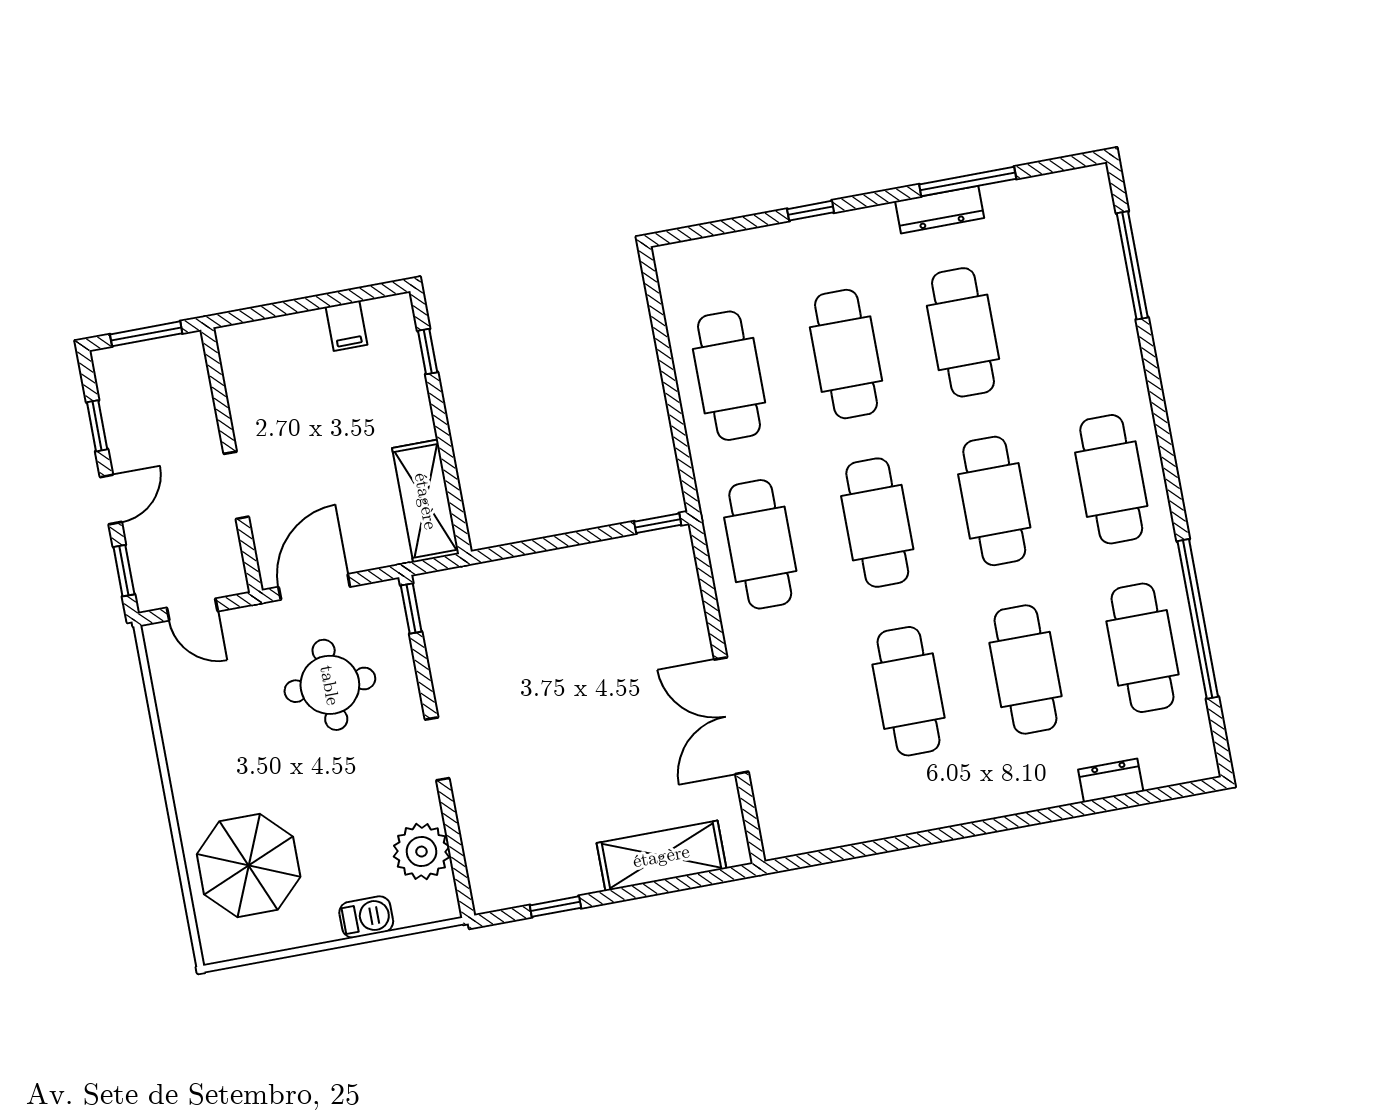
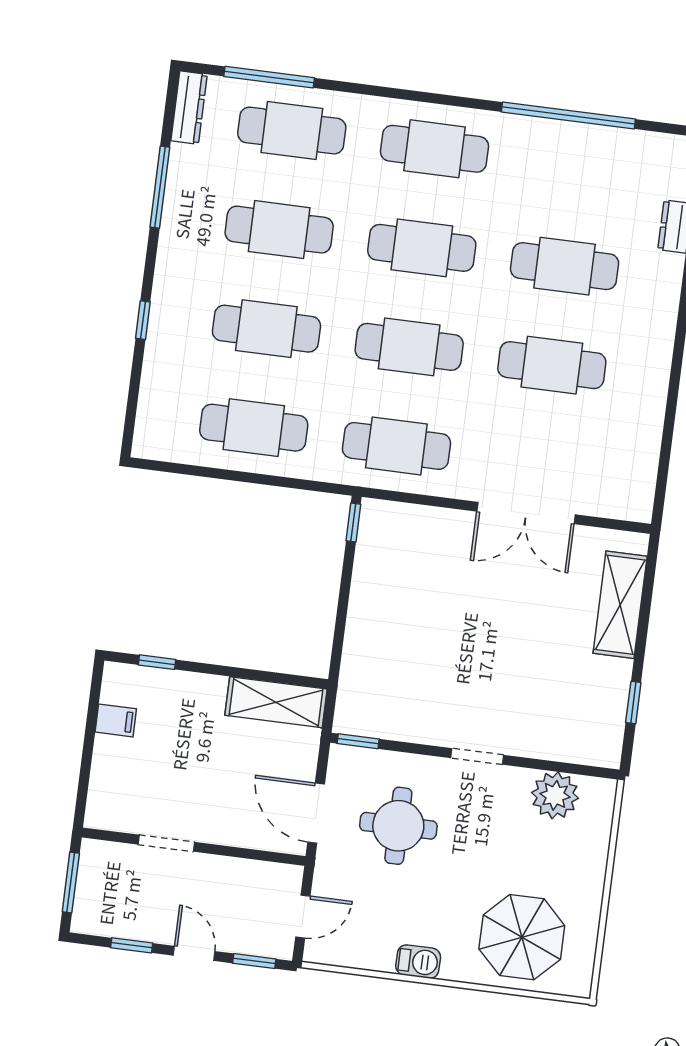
dresser: (940, 210) -> (189, 108), moved
doorway: (236, 485) -> (166, 843), moved
cafe table: (1142, 648) -> (292, 131), moved
barbecue: (366, 917) -> (418, 962), moved, turned 90

